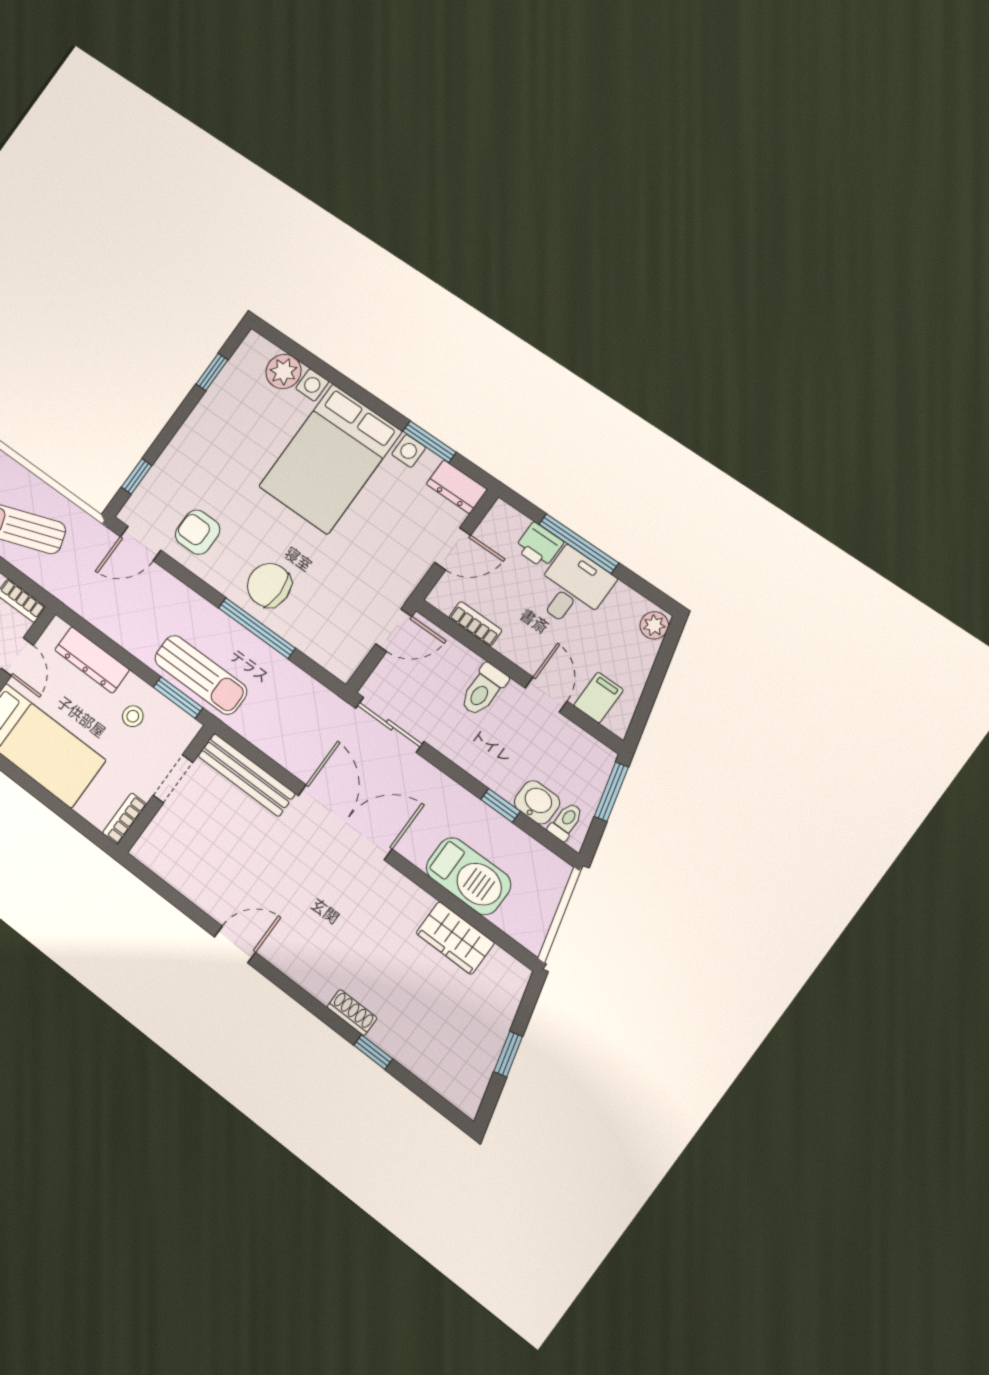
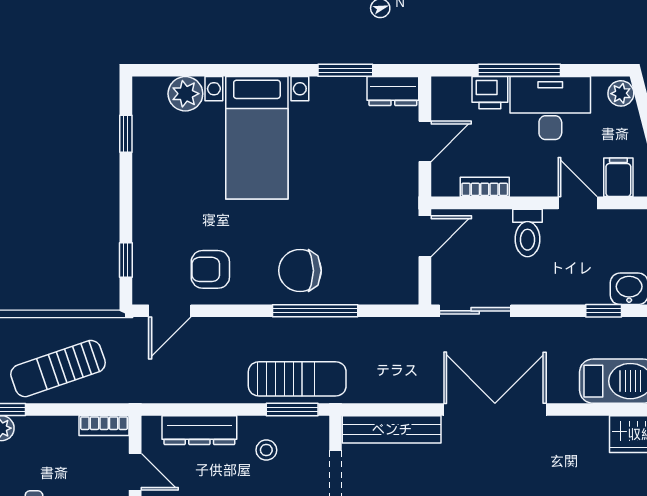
bed with nightstands: (330, 459) -> (257, 138), width x0.73
desk: (573, 588) -> (550, 108), width x1.37

